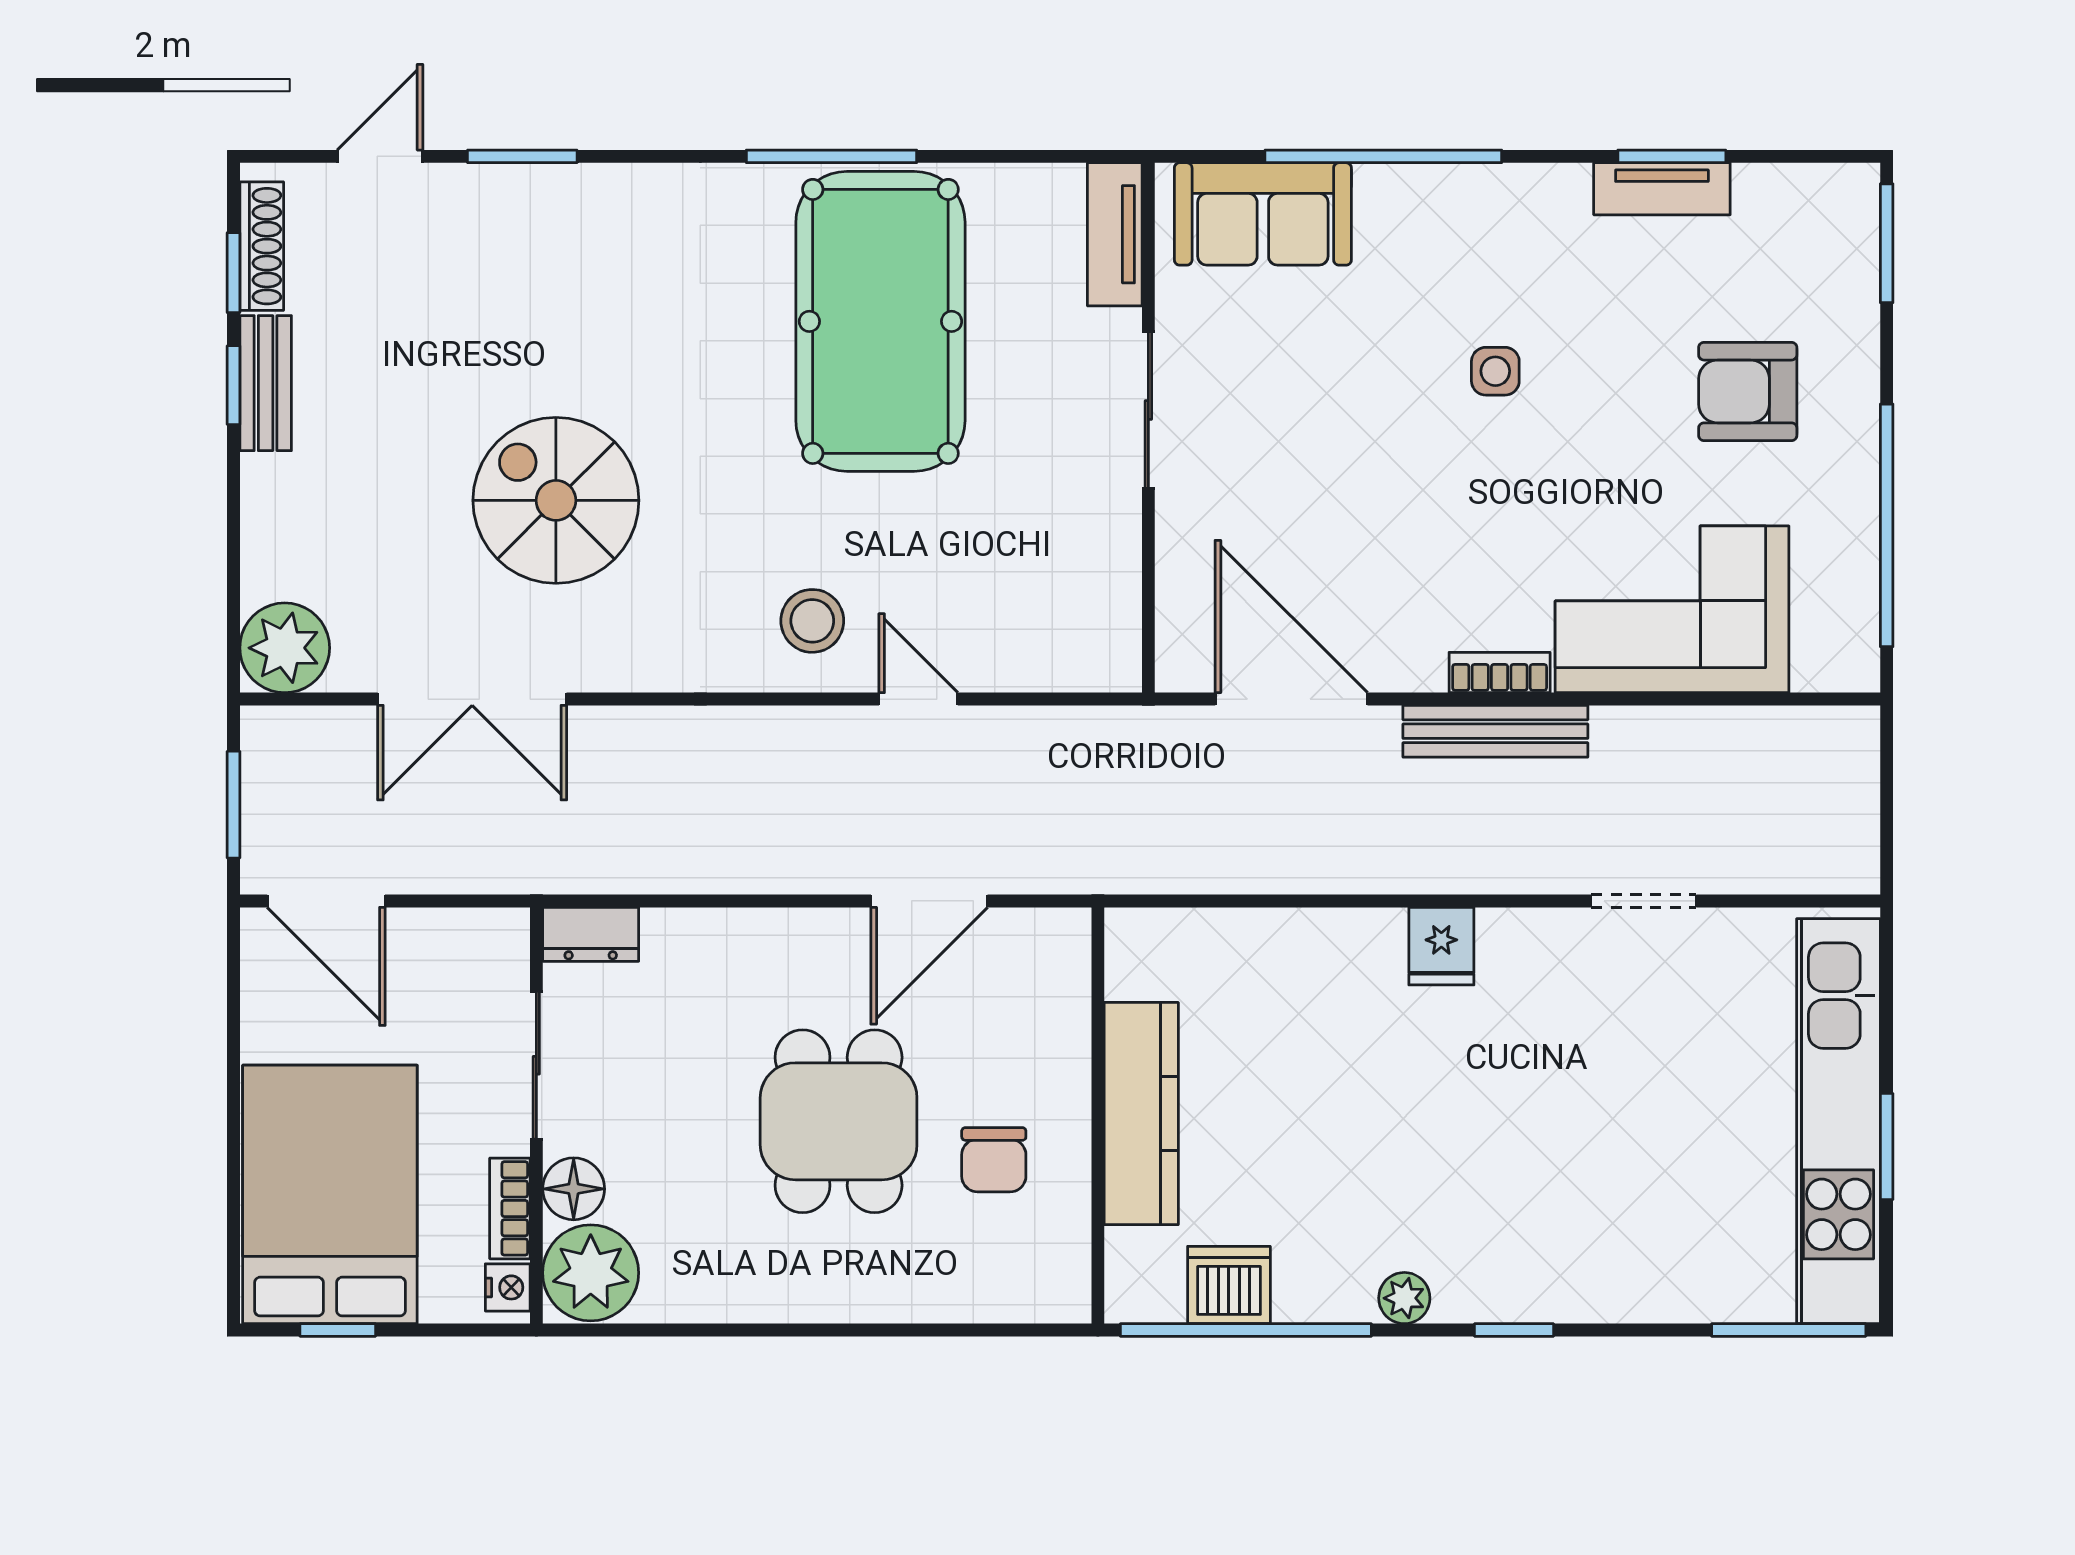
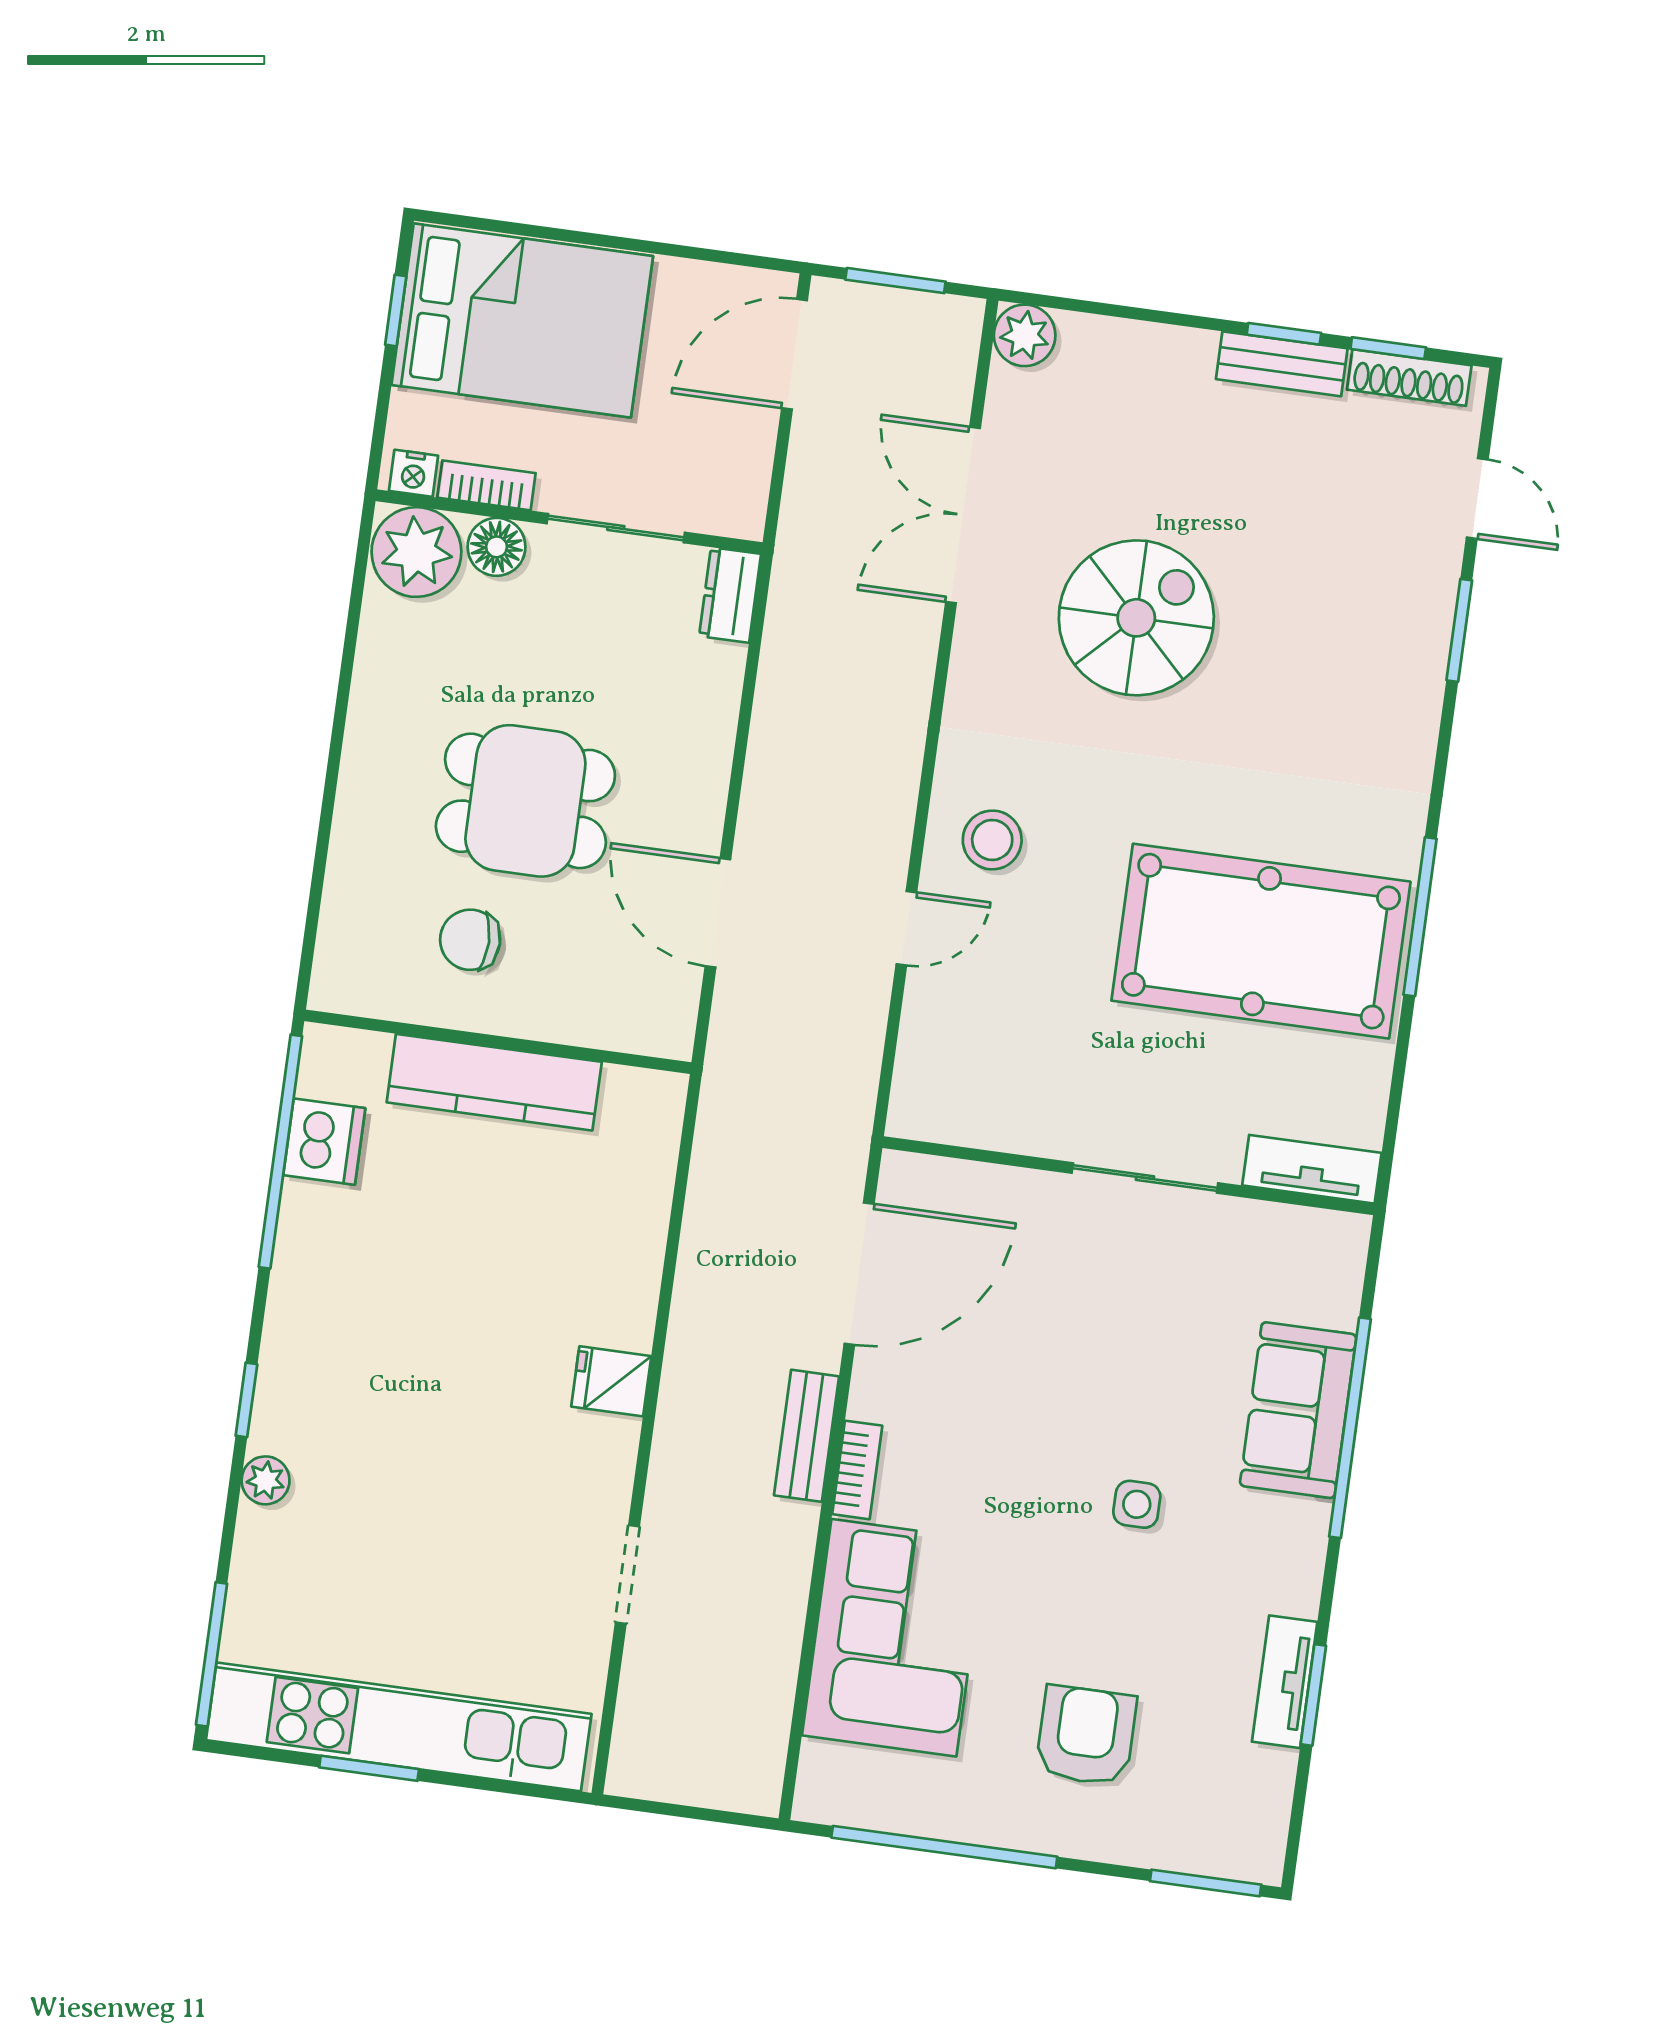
sofa: (1263, 214) -> (1298, 1410), moved
plant: (285, 648) -> (1025, 335), width x0.73, depth x0.73
bench: (1495, 731) -> (806, 1436), width x0.73
plant: (1404, 1298) -> (266, 1480), moved

